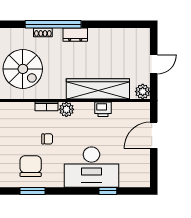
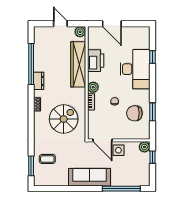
window: (53, 24) -> (31, 64), moved
printer: (103, 109) -> (96, 61), width x1.87, depth x1.48

